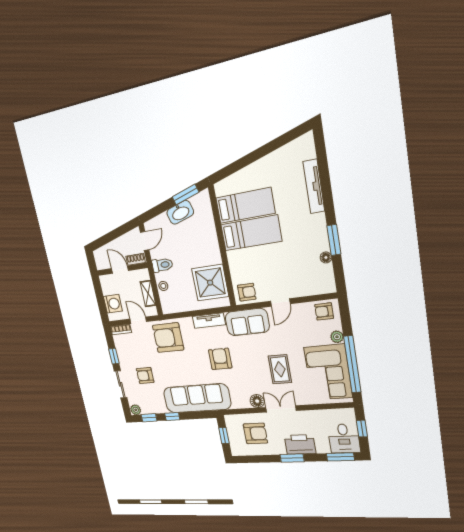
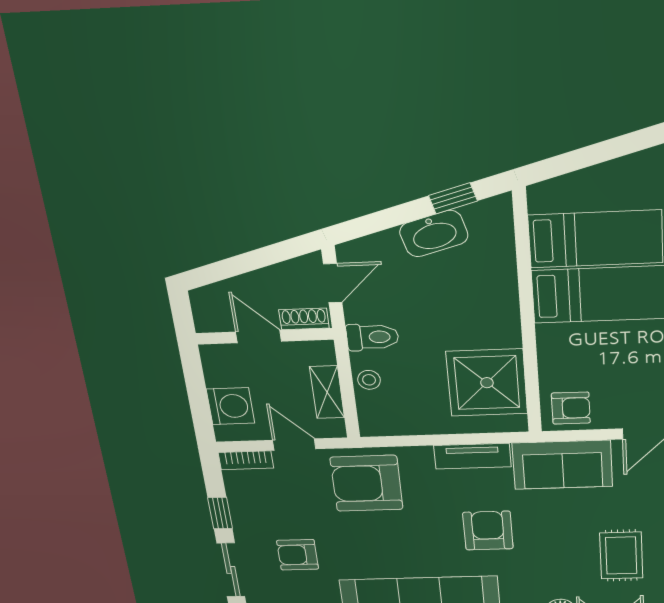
window: (186, 195) -> (453, 198), width x0.67

